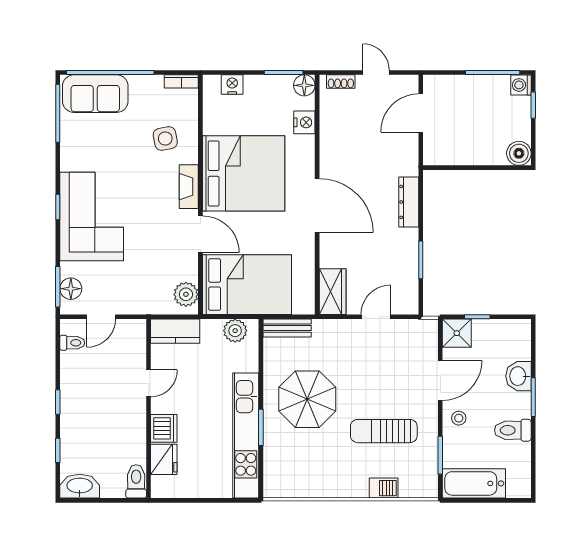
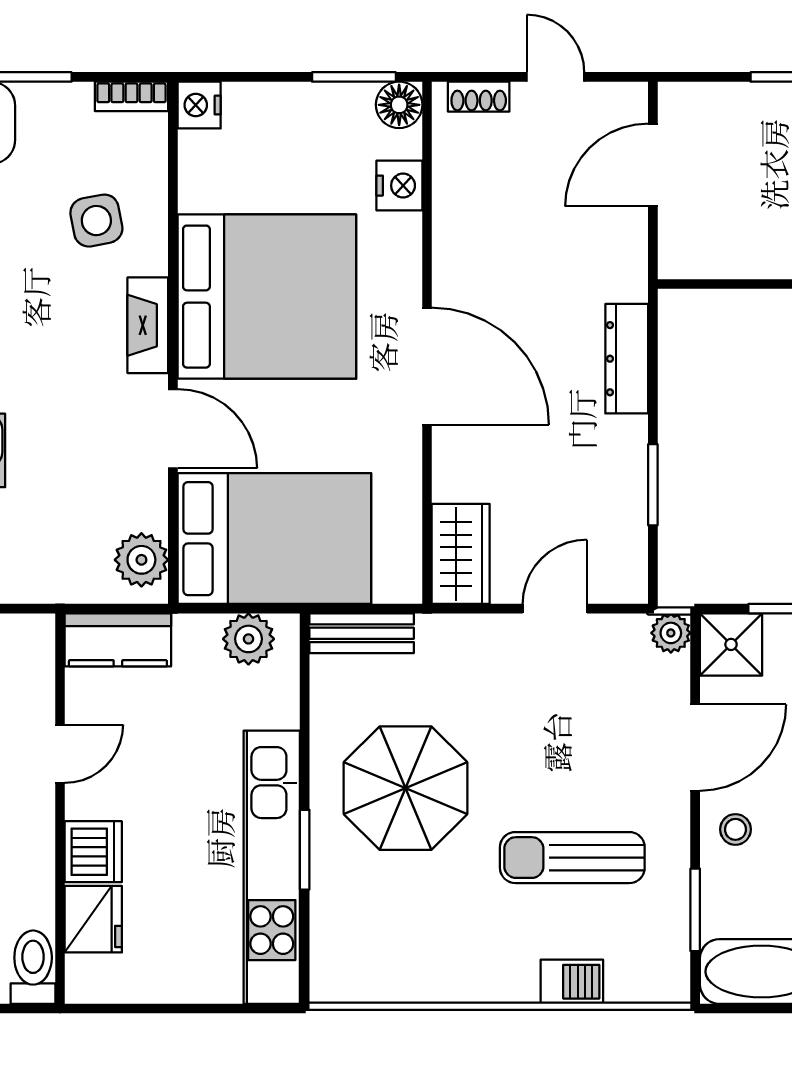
nightstand: (232, 85) -> (199, 105), moved, turned -90
plant: (429, 328) -> (671, 633), added

